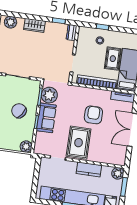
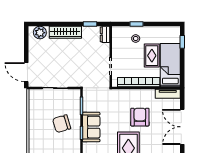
wardrobe: (35, 25) -> (65, 32), width x1.50
plant: (49, 95) -> (91, 103), removed
chair: (19, 111) -> (62, 124), turned -50

